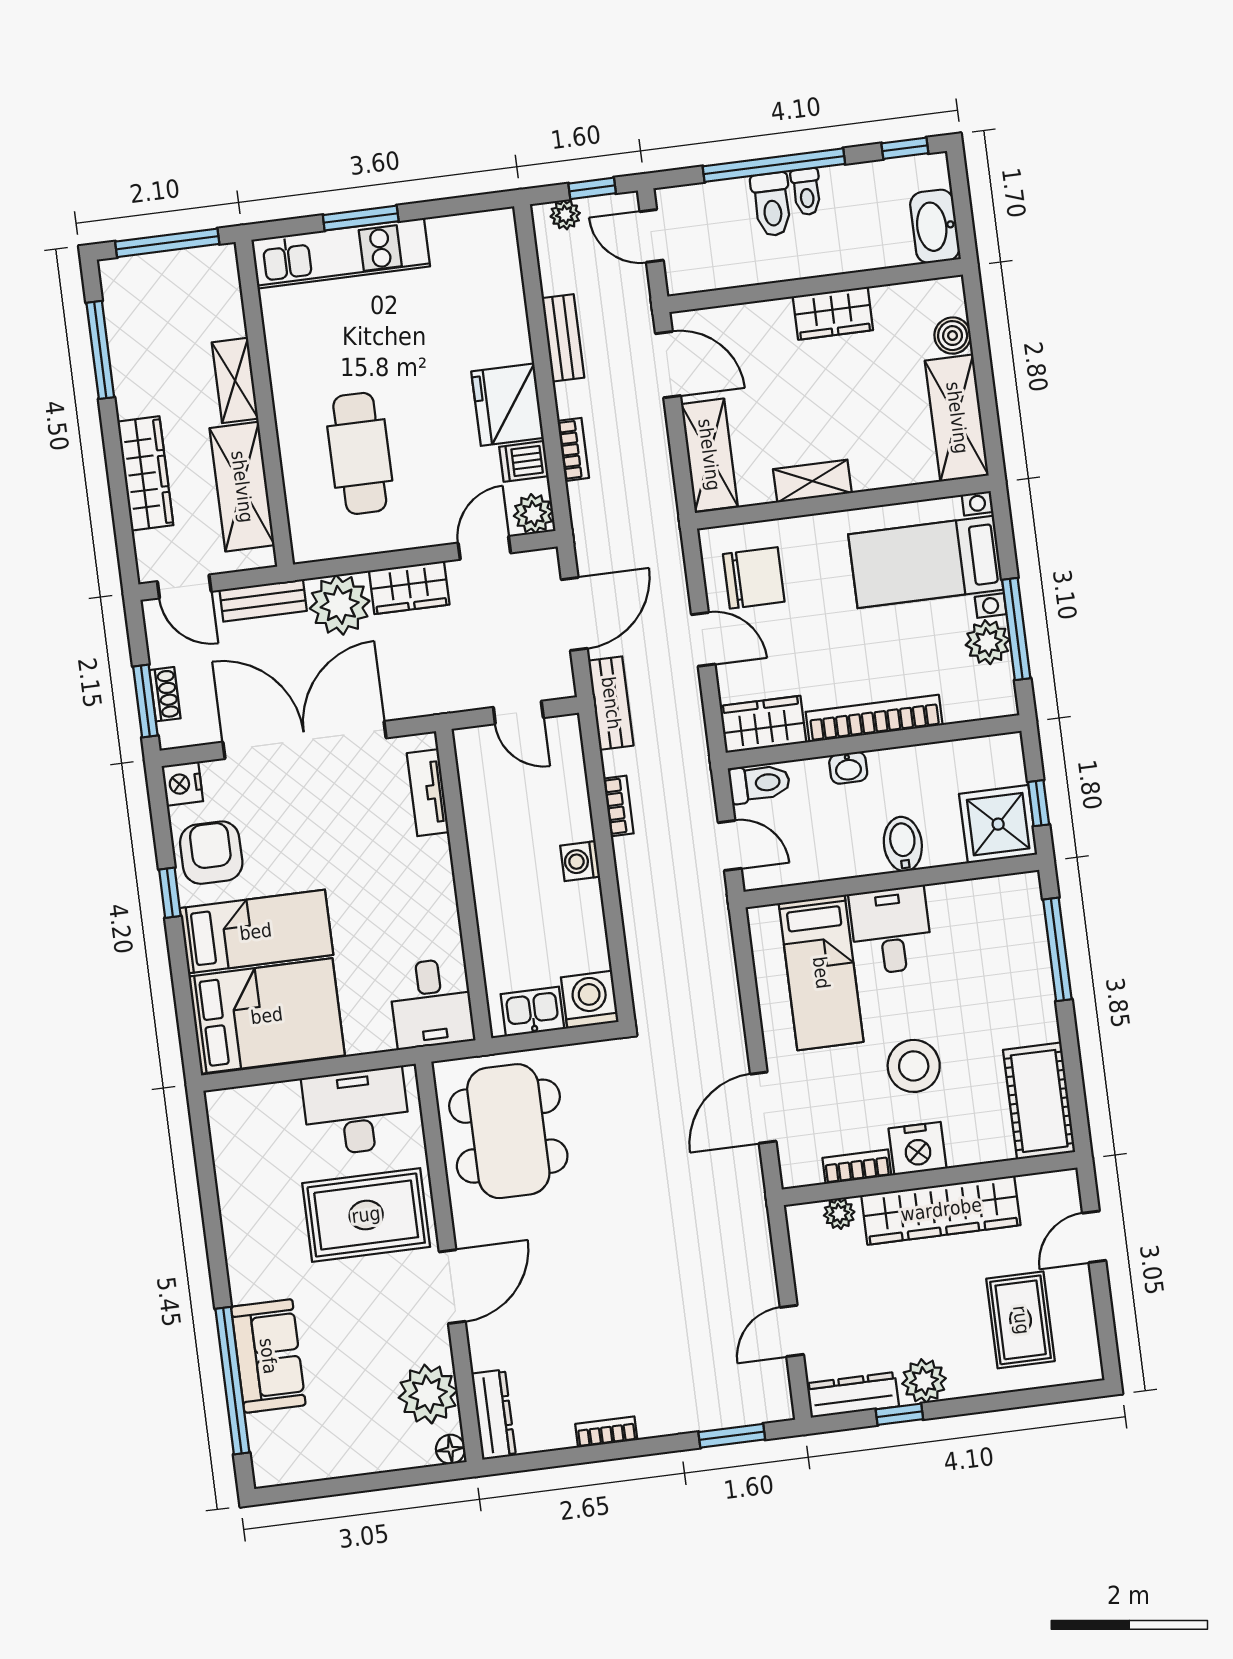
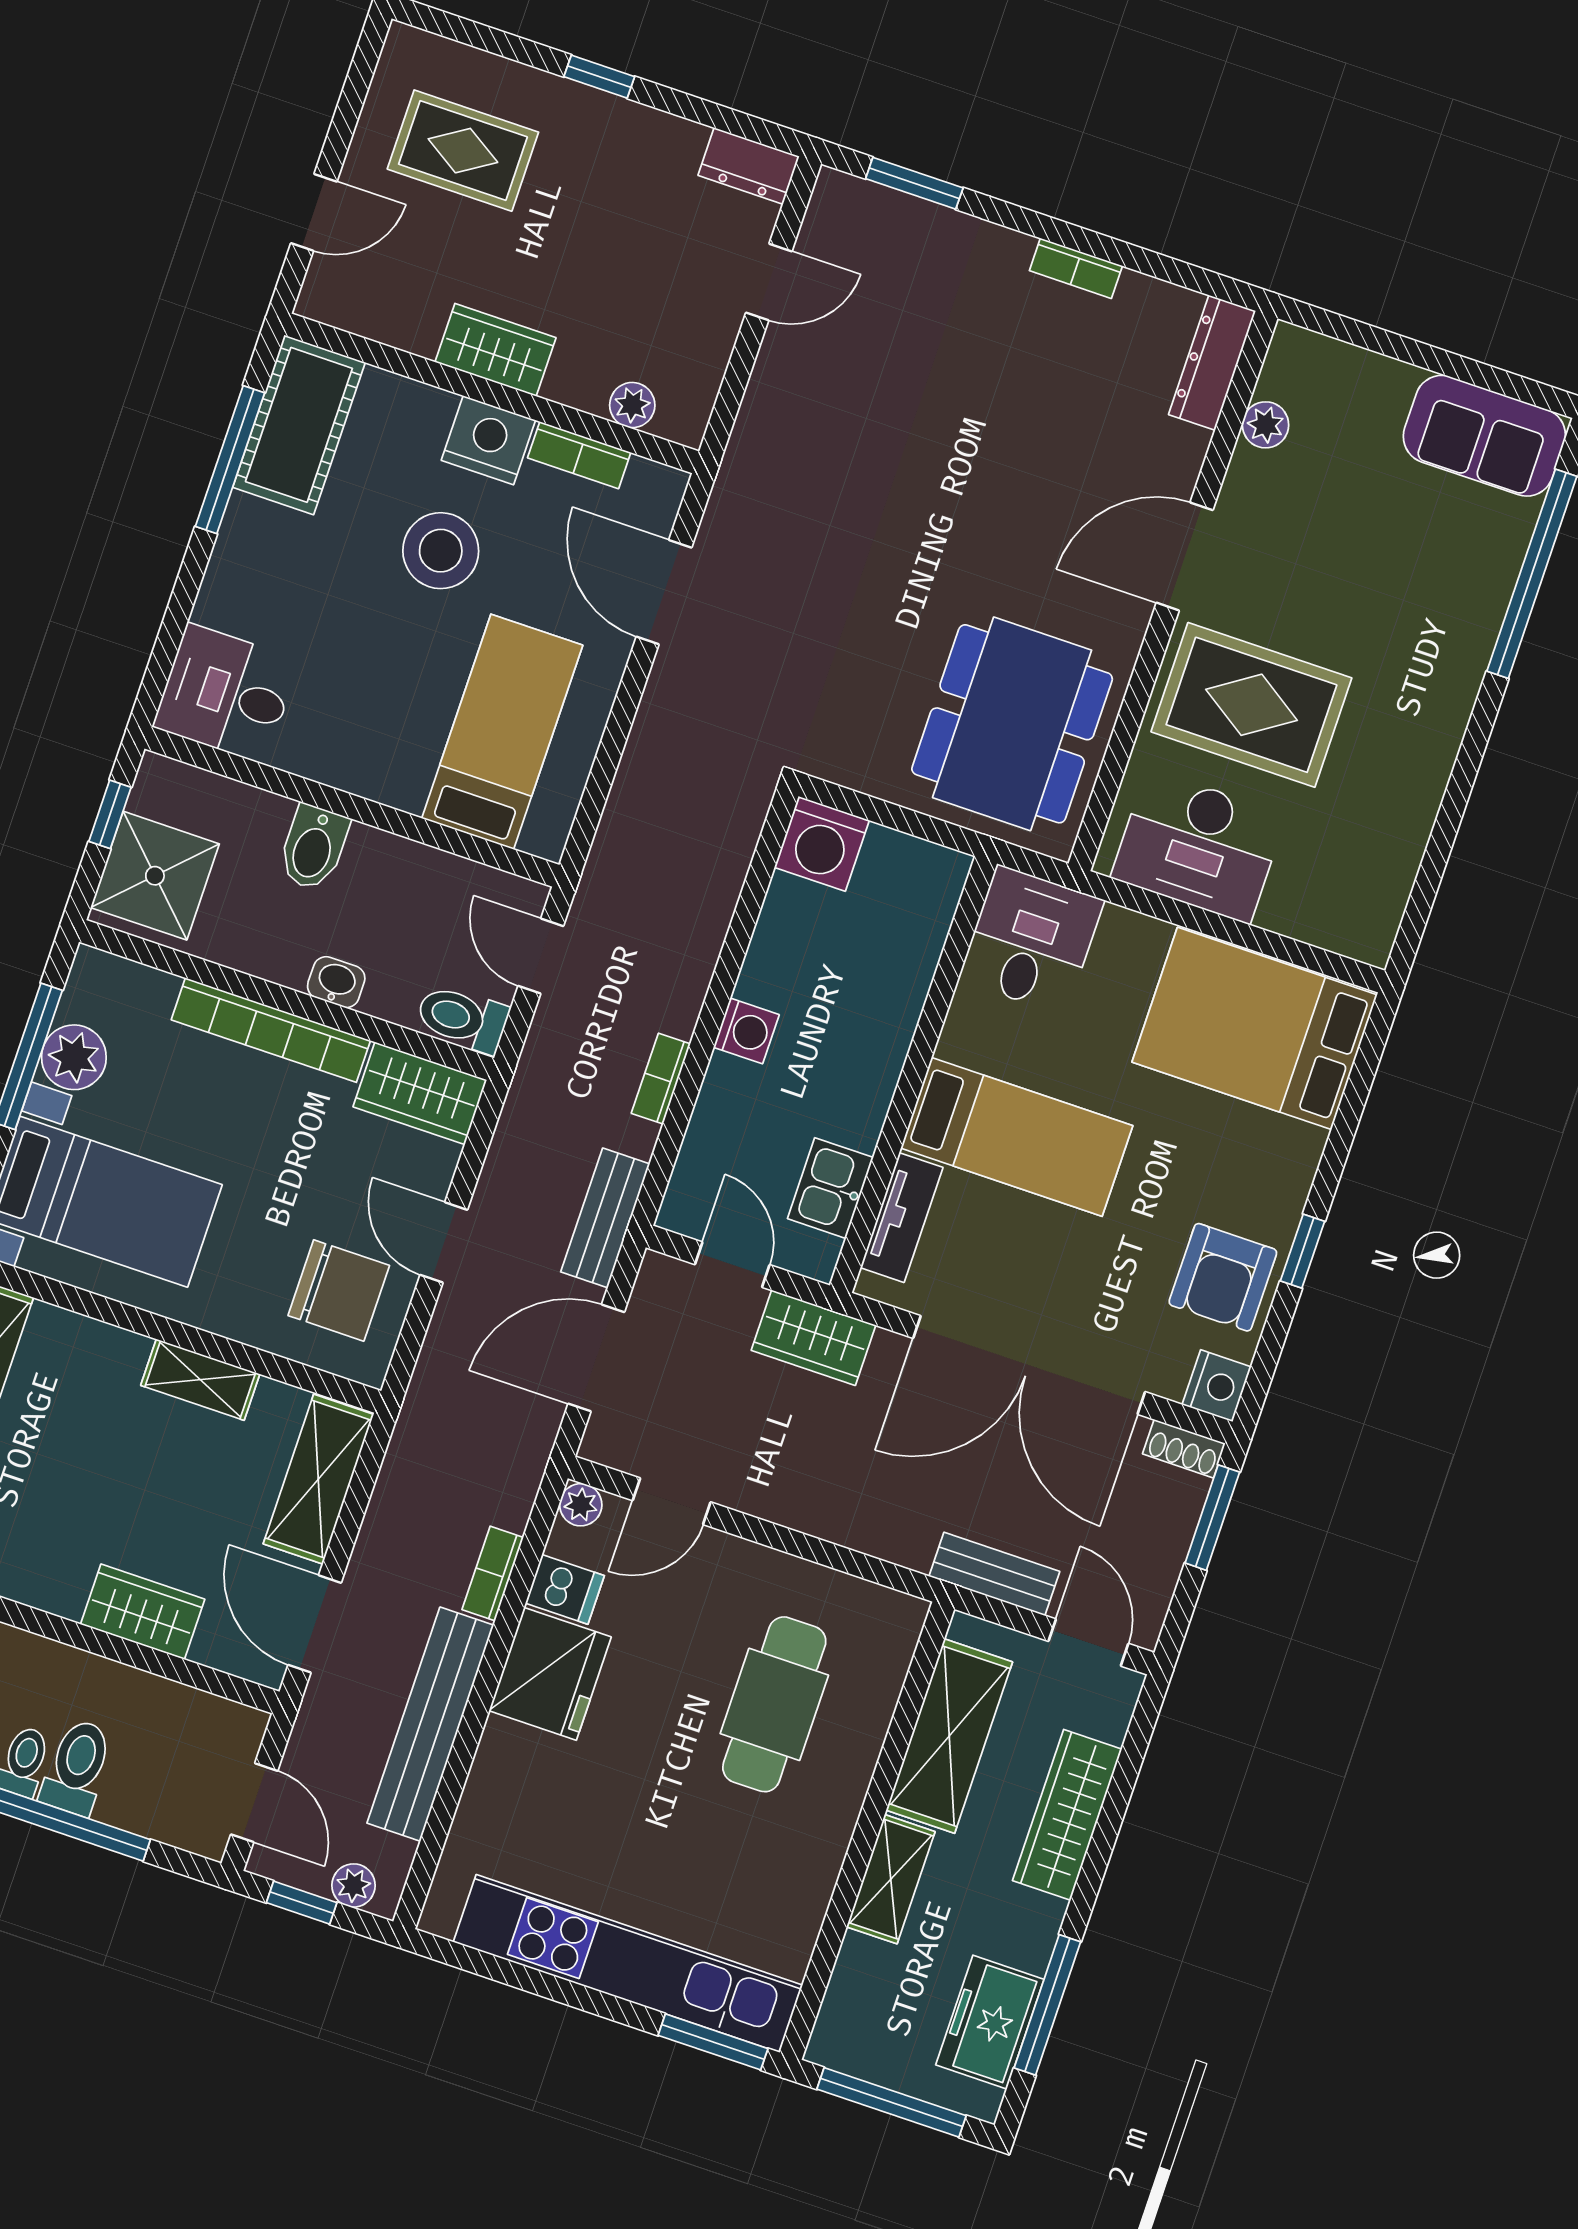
window: (361, 218) -> (713, 2042), moved
kitchen unit: (341, 253) -> (628, 1964), width x1.36
wardrobe: (833, 313) -> (143, 1612), moved
freezer: (131, 322) -> (990, 2022), added
bench: (563, 338) -> (430, 1724), width x1.86, depth x1.21
plant: (533, 514) -> (581, 1505), width x0.73, depth x0.73
chair: (754, 578) -> (339, 1290), turned 180
wardrobe: (409, 588) -> (813, 1338), moved, turned 180
plant: (340, 605) -> (897, 1519), removed
shoe rack: (165, 694) -> (1184, 1449), moved, turned -90
shower: (998, 824) -> (155, 876), moved
desk: (891, 930) -> (226, 693), moved, turned 90
bed: (256, 932) -> (1017, 1137), moved, turned 180
window: (1057, 949) -> (230, 460), moved
kitchen sink: (532, 1011) -> (830, 1188), moved, turned 90
door: (763, 1108) -> (664, 592), swing flipped
wardrobe: (941, 1210) -> (495, 350), width x0.48, depth x0.85
rug: (1021, 1320) -> (463, 151), turned 90
sofa: (268, 1356) -> (1484, 436), moved, turned -90
plant: (924, 1381) -> (628, 132), removed
plant: (428, 1394) -> (1266, 425), width x0.53, depth x0.53
dresser: (853, 1395) -> (749, 166), width x0.70
window: (899, 1414) -> (599, 77), moved
floor lamp: (450, 1449) -> (1291, 345), removed

